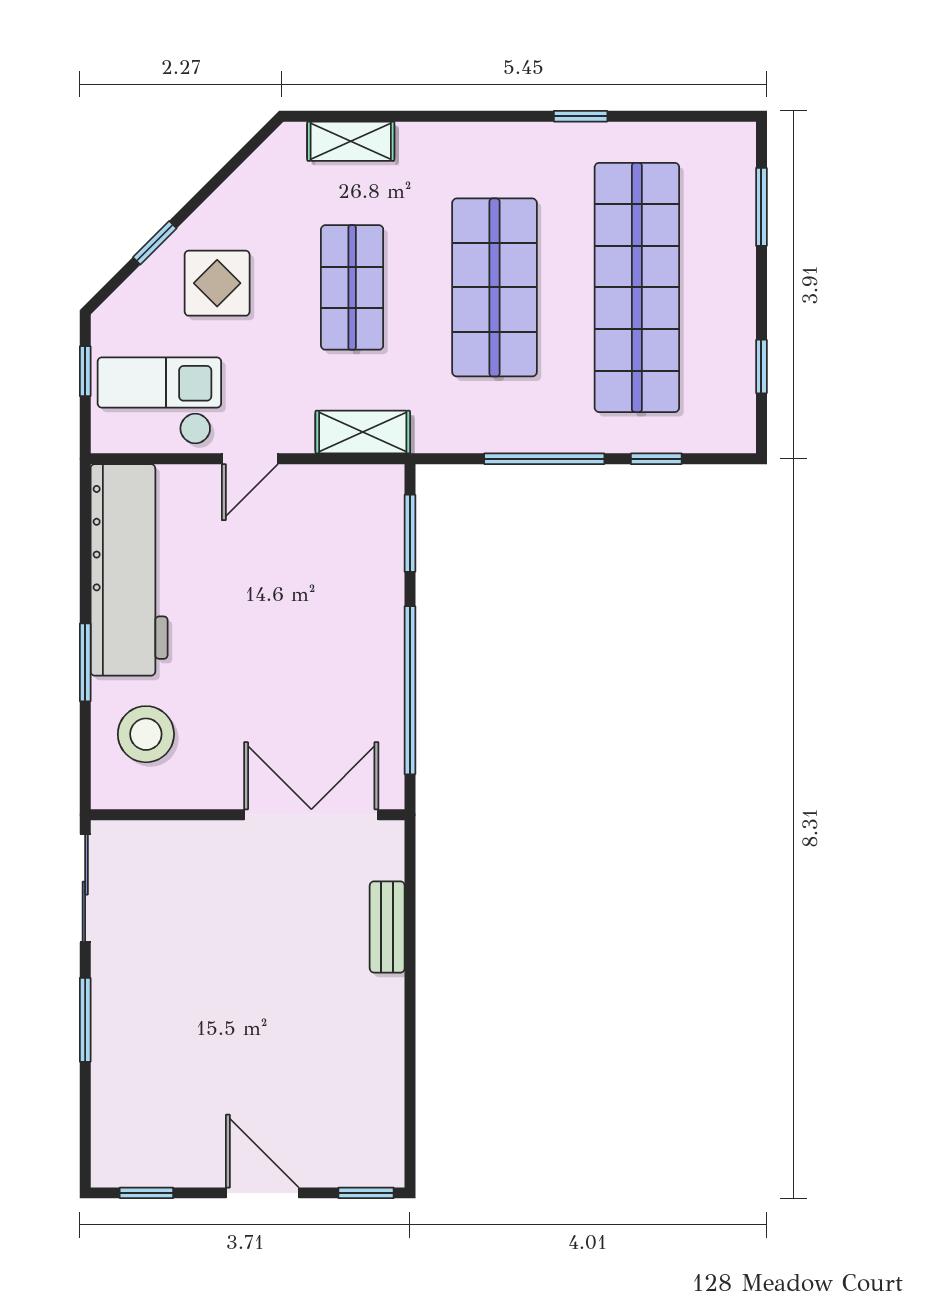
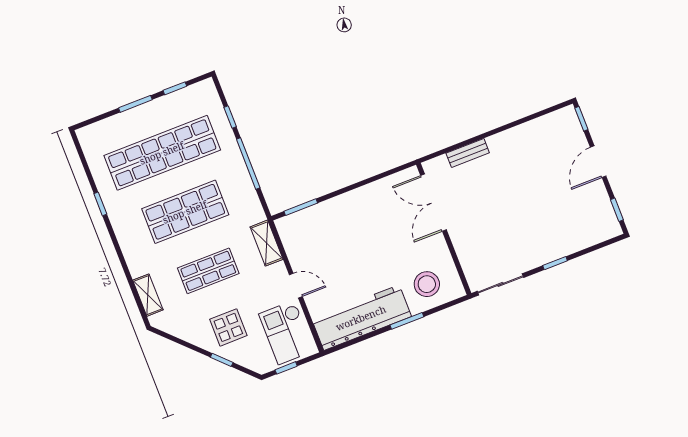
window: (761, 207) -> (135, 104), moved
window: (410, 690) -> (366, 182), removed
window: (85, 1020) -> (555, 263), width x0.67

